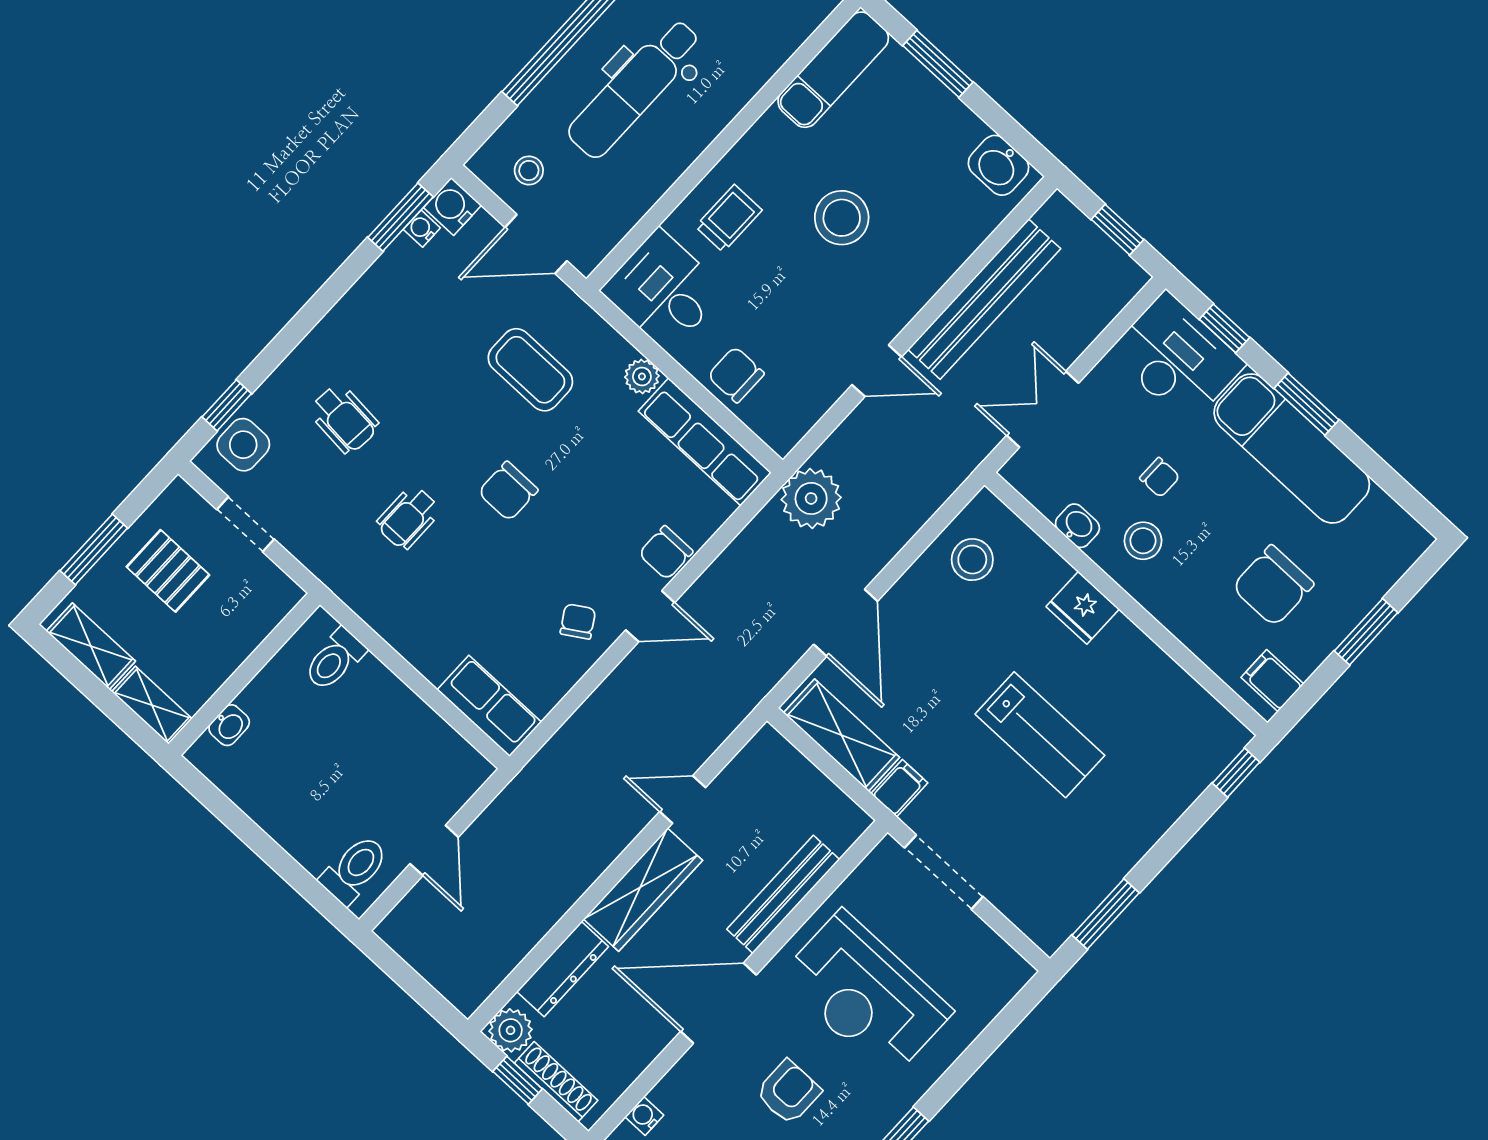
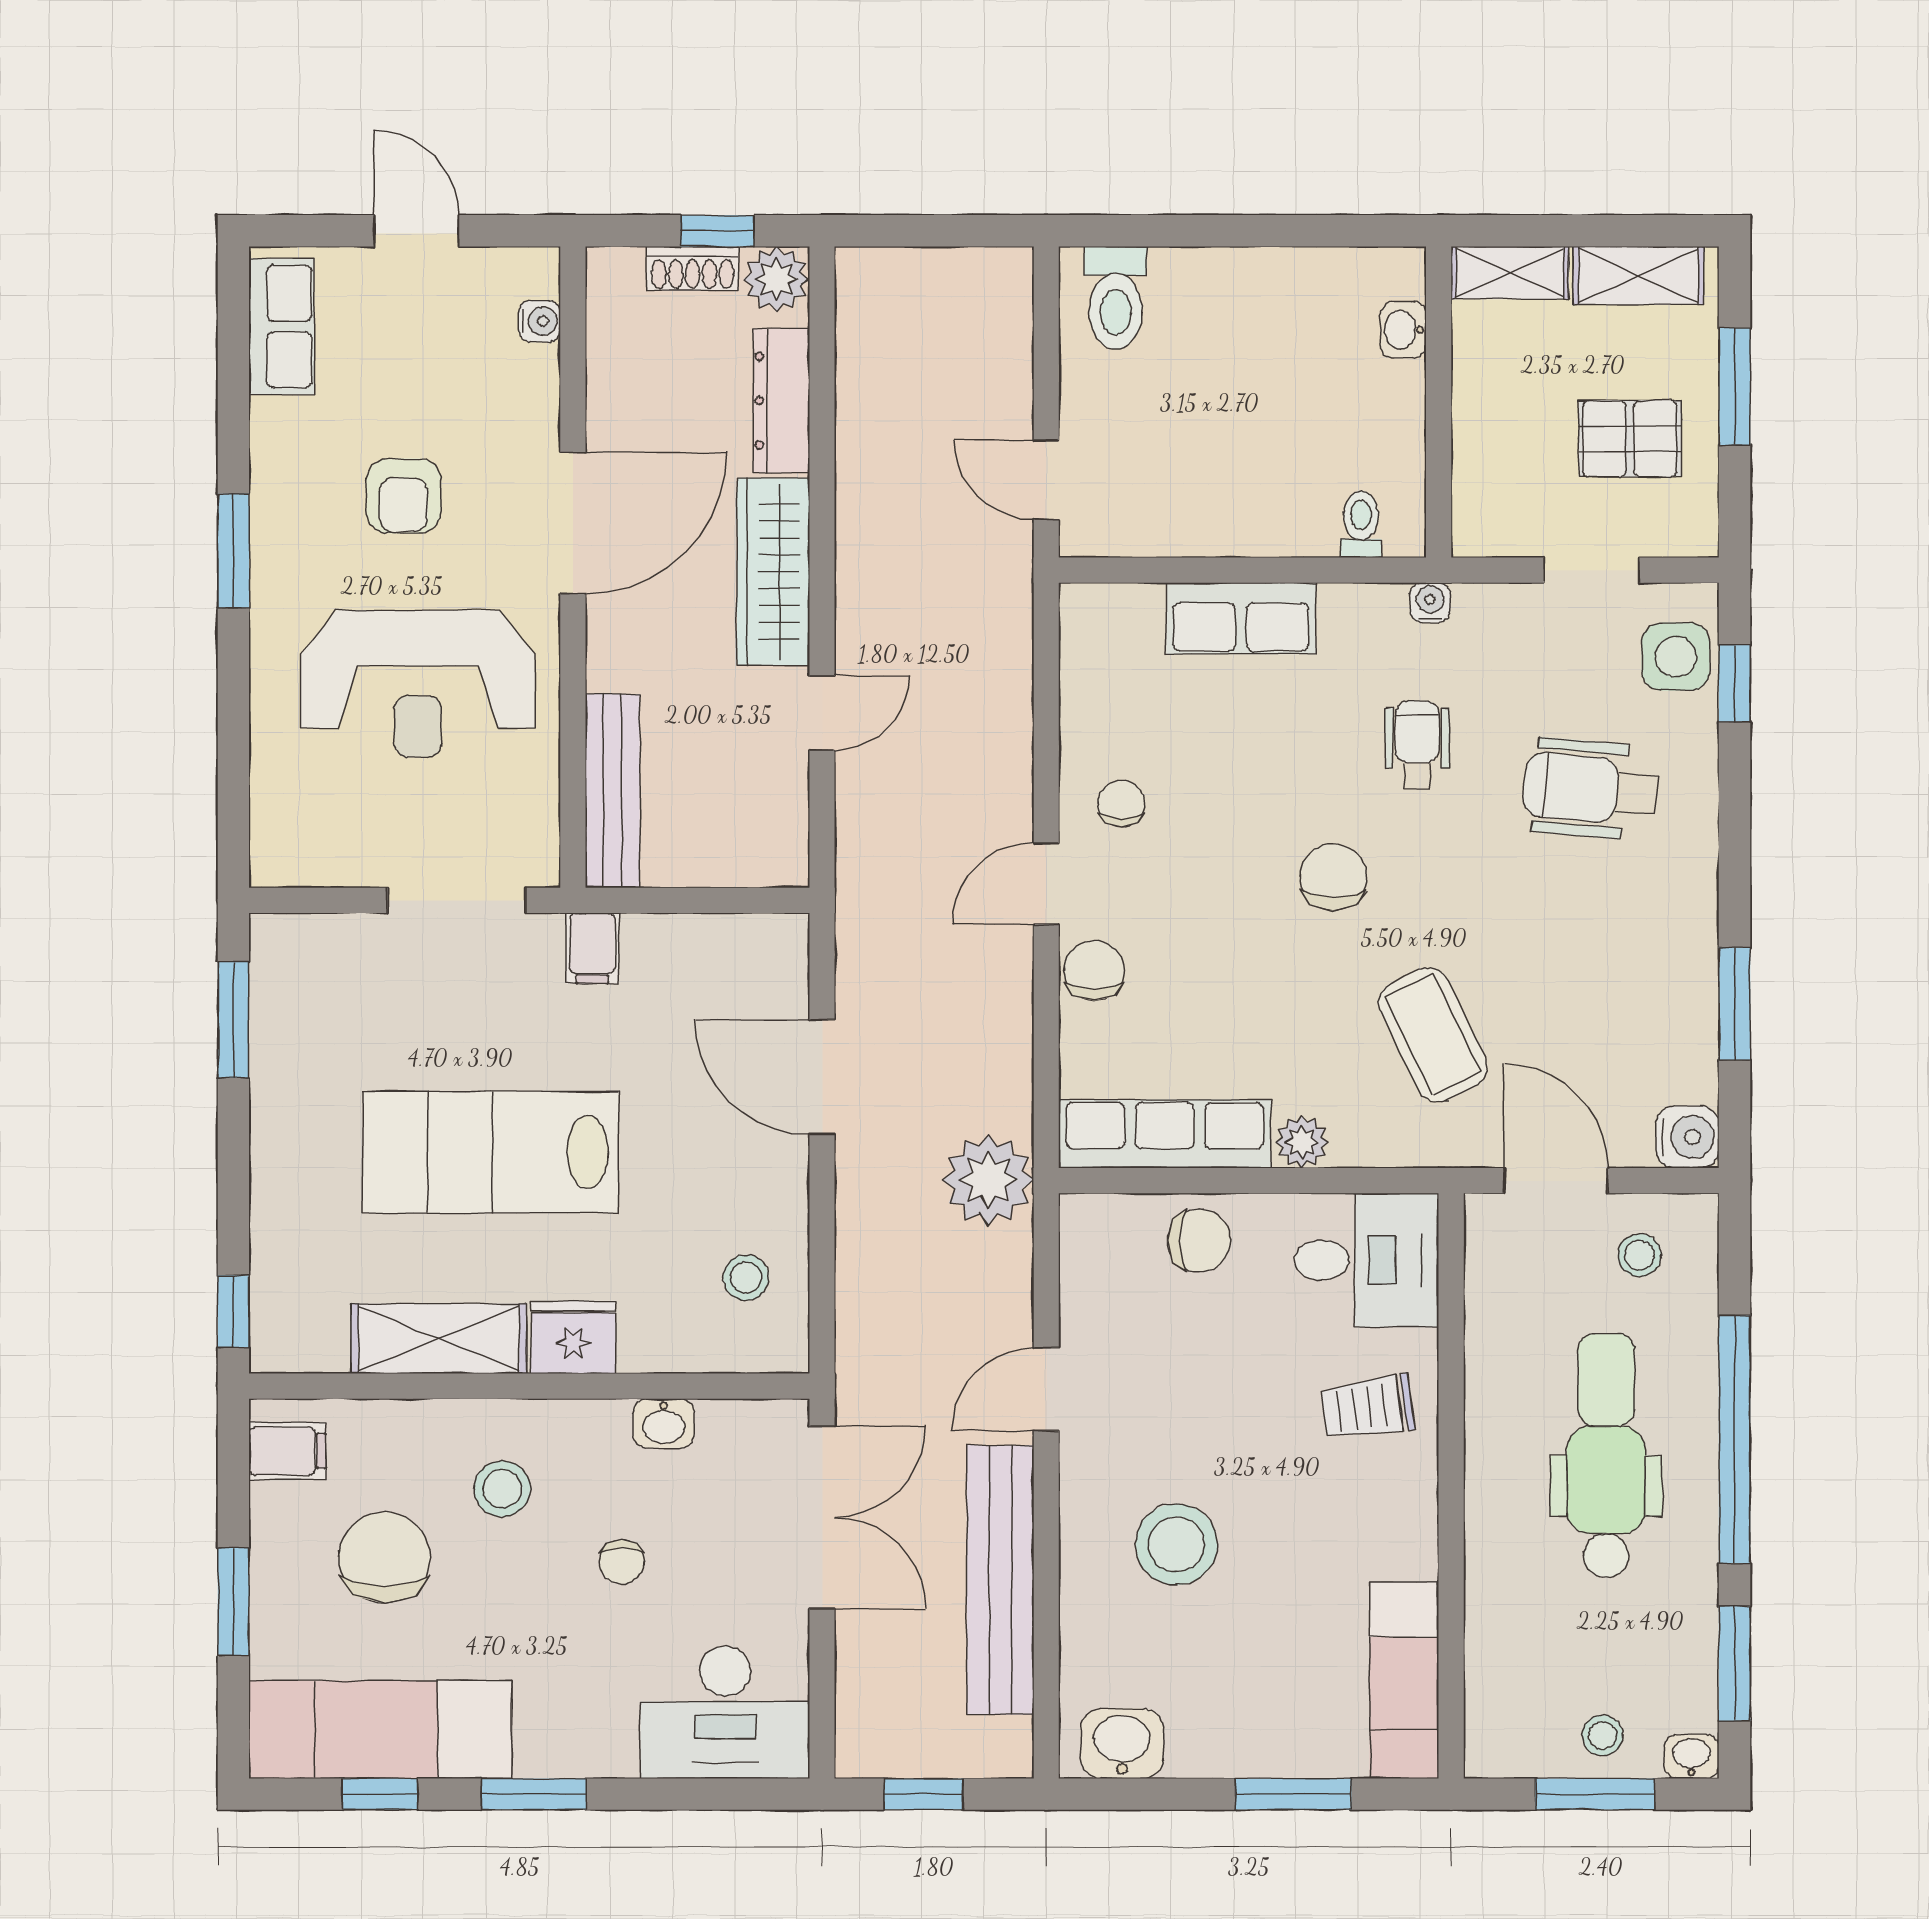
window: (400, 217) -> (1735, 1004), moved
trolley: (729, 218) -> (1368, 1407), turned 82
stool: (842, 218) -> (1176, 1544), moved
water cooler: (422, 229) -> (1430, 603), moved, turned -90
door: (536, 244) -> (1556, 1181), hinge flipped
window: (1225, 328) -> (380, 1794), moved
coffee table: (530, 370) -> (1433, 1035), turned 64
double door: (1043, 409) -> (822, 1517), width x1.37
wheelchair: (344, 419) -> (1590, 789), width x1.36, depth x1.37
exam couch: (1292, 448) -> (380, 1730), moved
chair: (1160, 477) -> (622, 1562), turned -90
stool: (1143, 541) -> (502, 1489), moved
stool: (972, 560) -> (746, 1278), width x0.73, depth x0.73
chair: (578, 621) -> (1122, 804), turned -148
toilet: (335, 659) -> (1361, 524), width x0.73, depth x0.72
row of seats: (489, 706) -> (1241, 618), moved
shelving: (841, 735) -> (439, 1339), moved
lab bench: (1040, 735) -> (491, 1152), width x1.36, depth x1.39
door: (434, 850) -> (1046, 480), moved
bench: (783, 894) -> (612, 791), moved
reception desk: (866, 994) -> (418, 684), turned 180
shoe rack: (556, 1082) -> (693, 269), width x0.70

